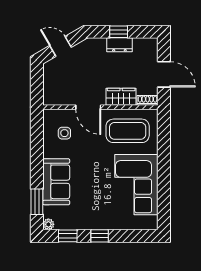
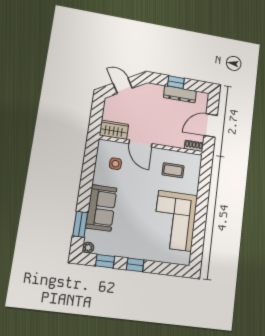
dresser: (119, 45) -> (180, 94), width x1.44
door: (164, 74) -> (211, 125), swing flipped
wardrobe: (121, 97) -> (114, 130), moved
coffee table: (128, 131) -> (173, 170), width x0.54, depth x0.58

